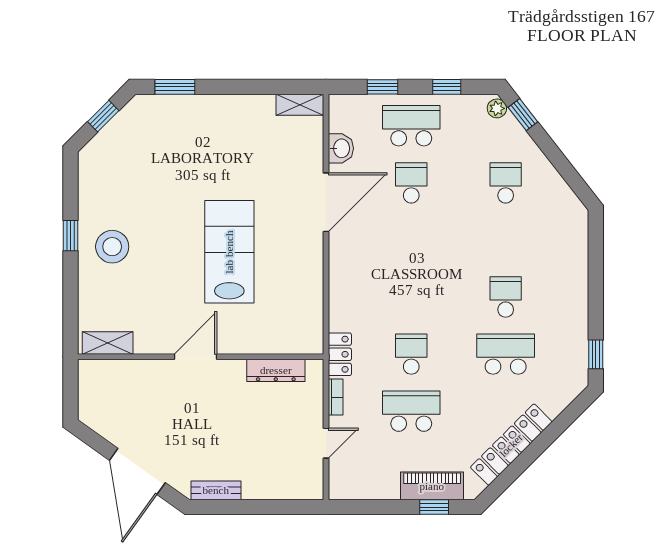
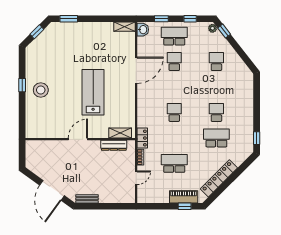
washbasin: (341, 148) -> (143, 30), moved
shelving: (108, 343) -> (120, 133), moved
school desk: (411, 354) -> (174, 112), moved

